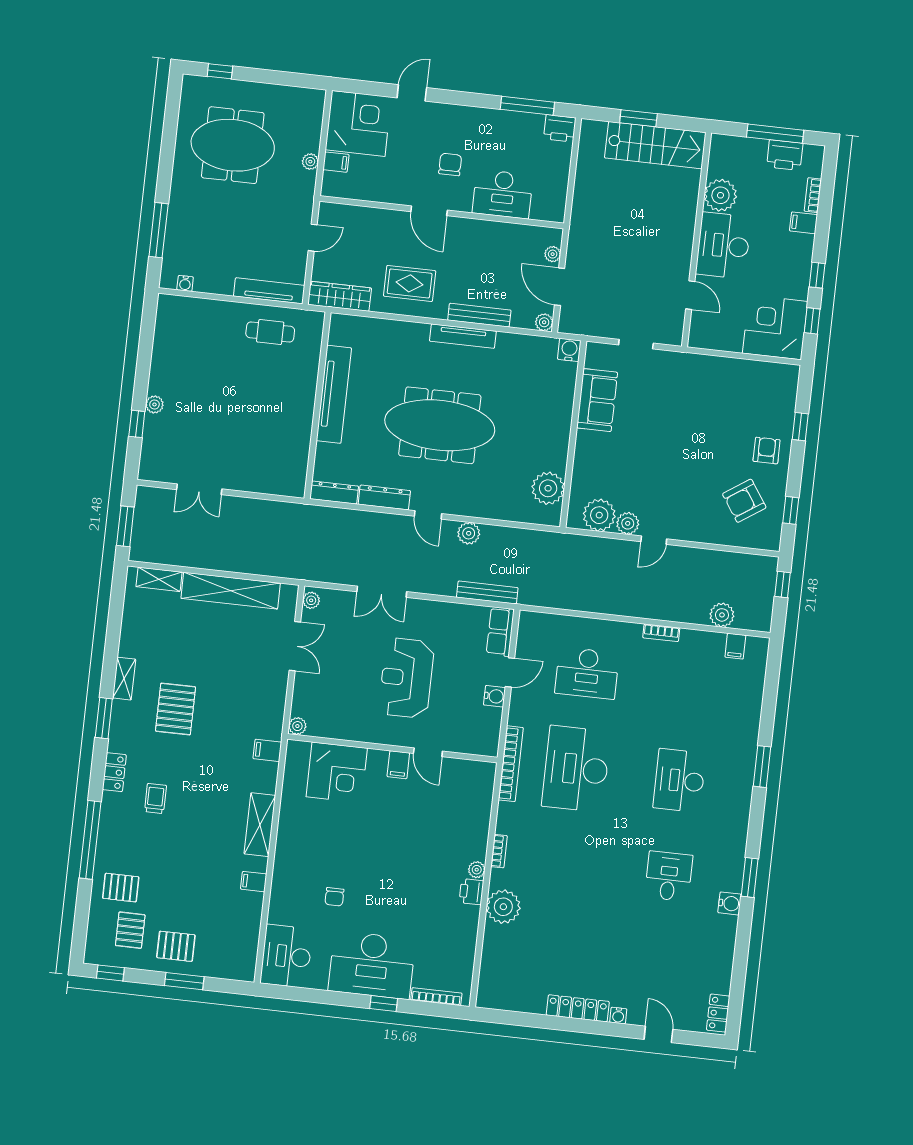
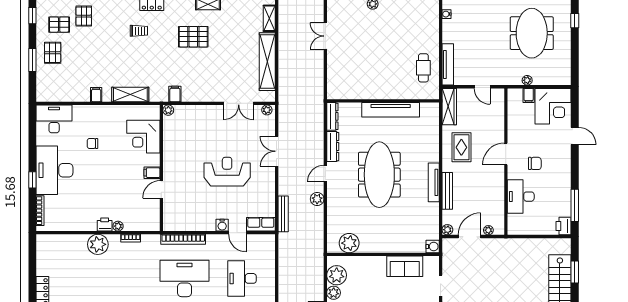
plant: (297, 726) -> (168, 110), moved
wall: (392, 748) -> (161, 168), moved
door: (428, 752) -> (161, 189), moved
filing cabinet: (398, 765) -> (152, 173), moved
corner desk: (337, 772) -> (143, 137), moved

